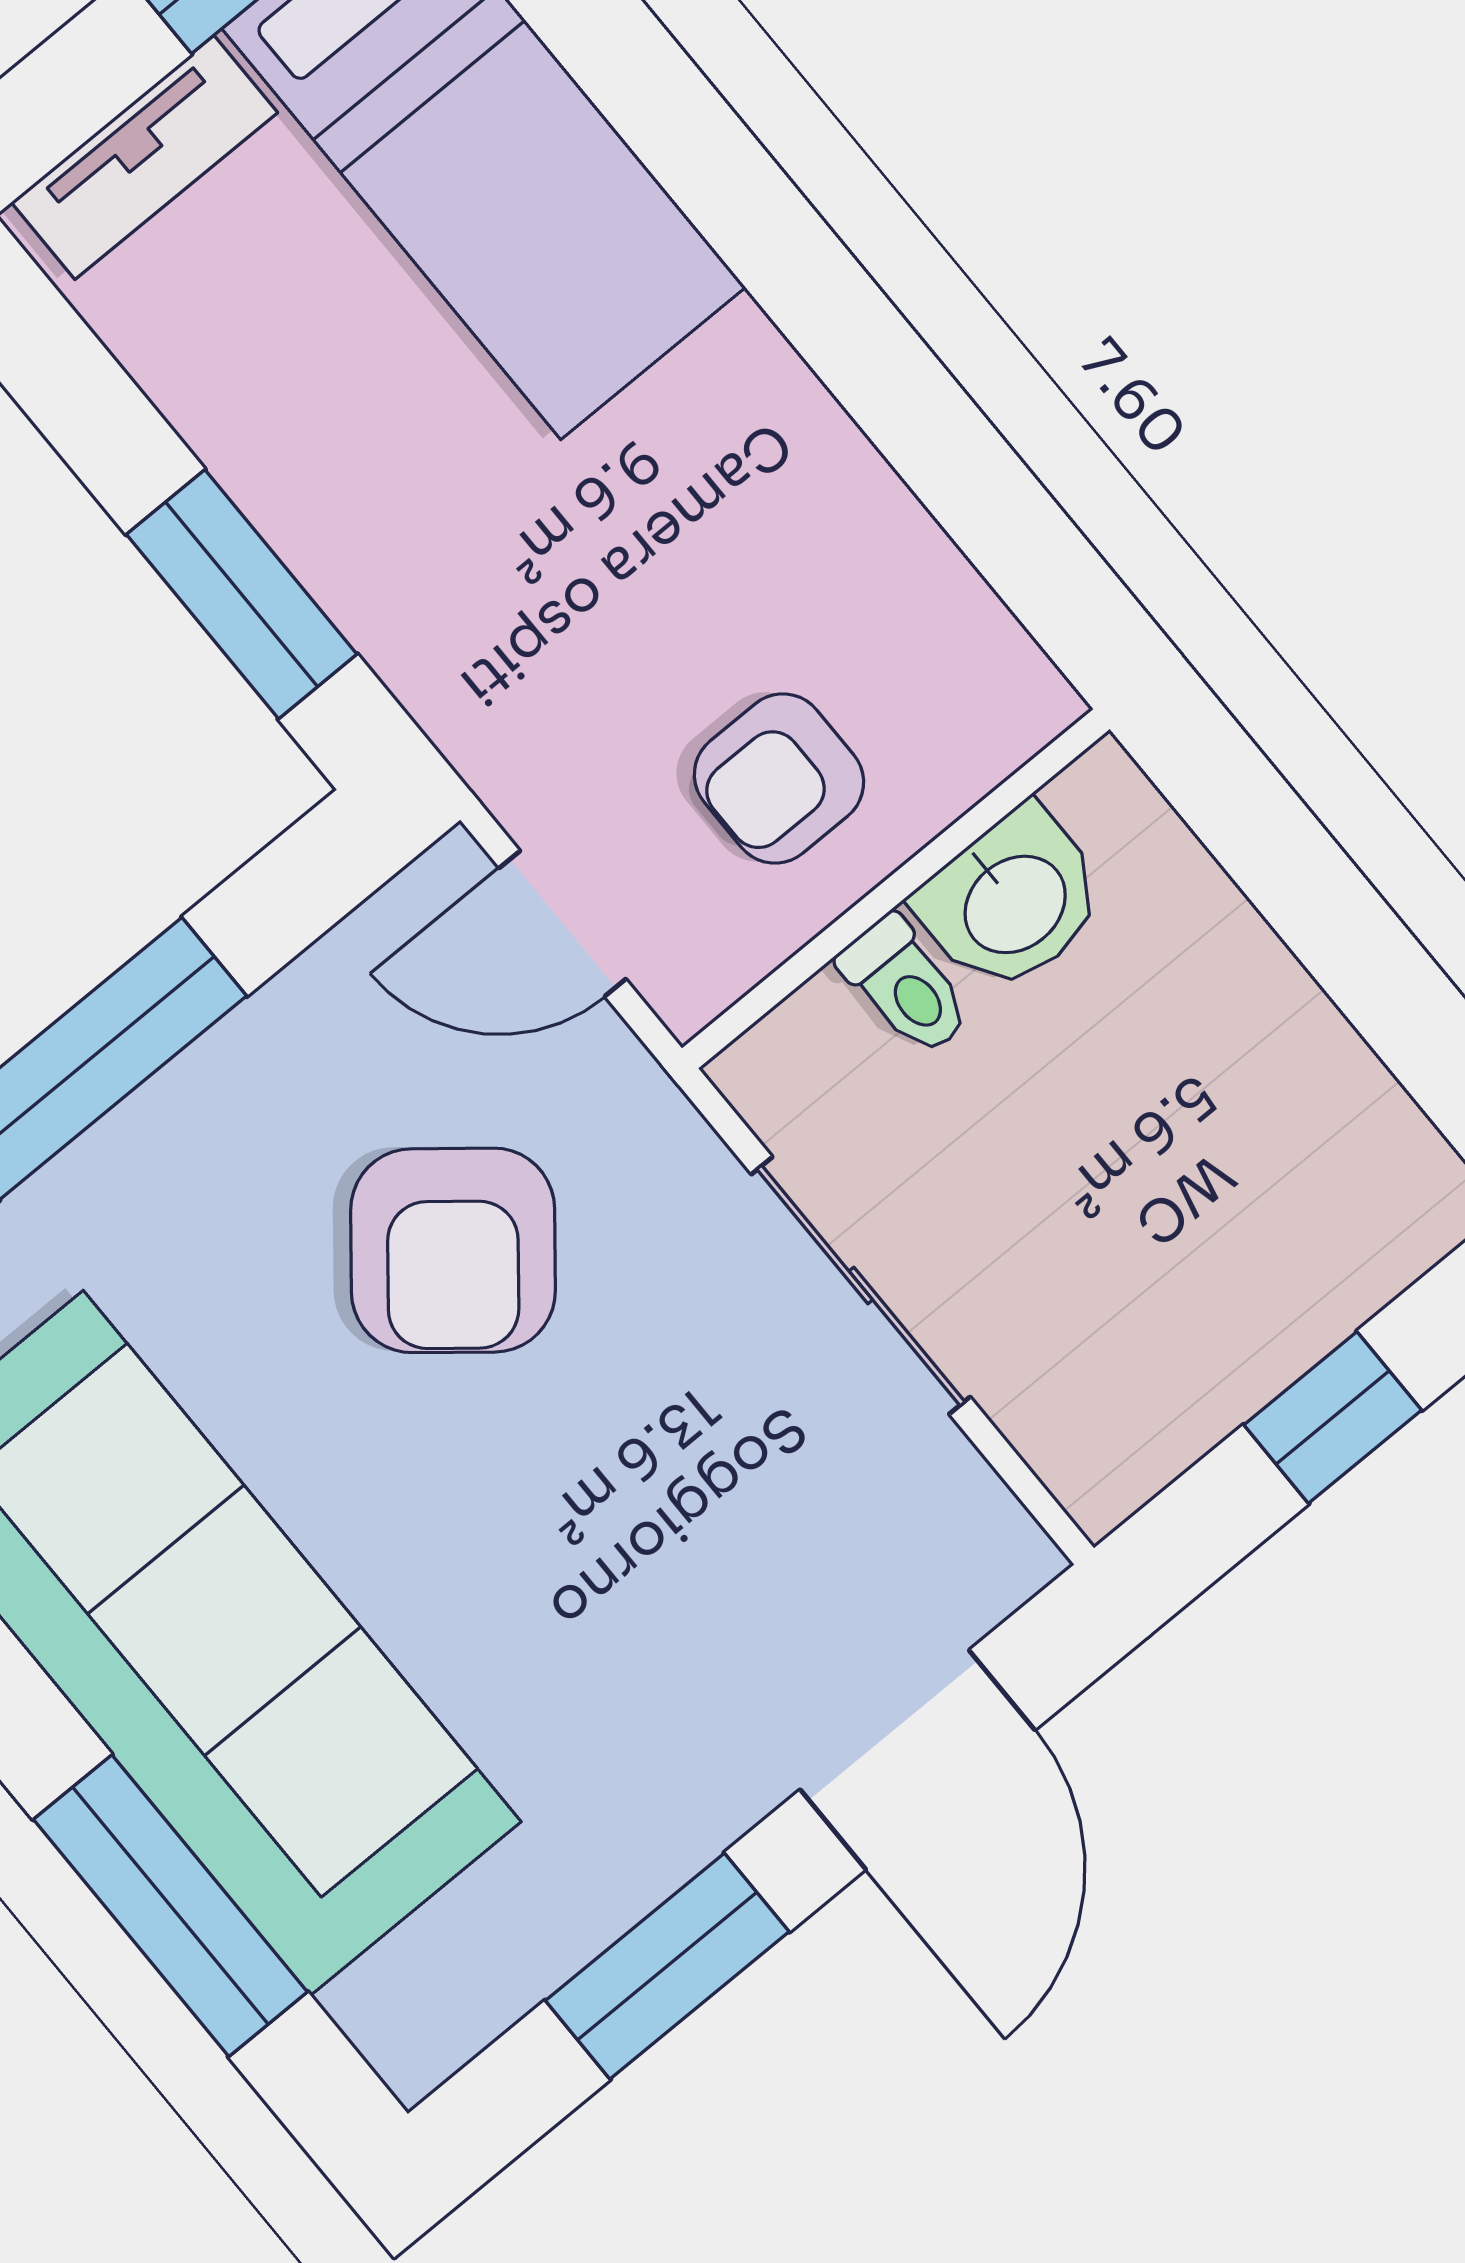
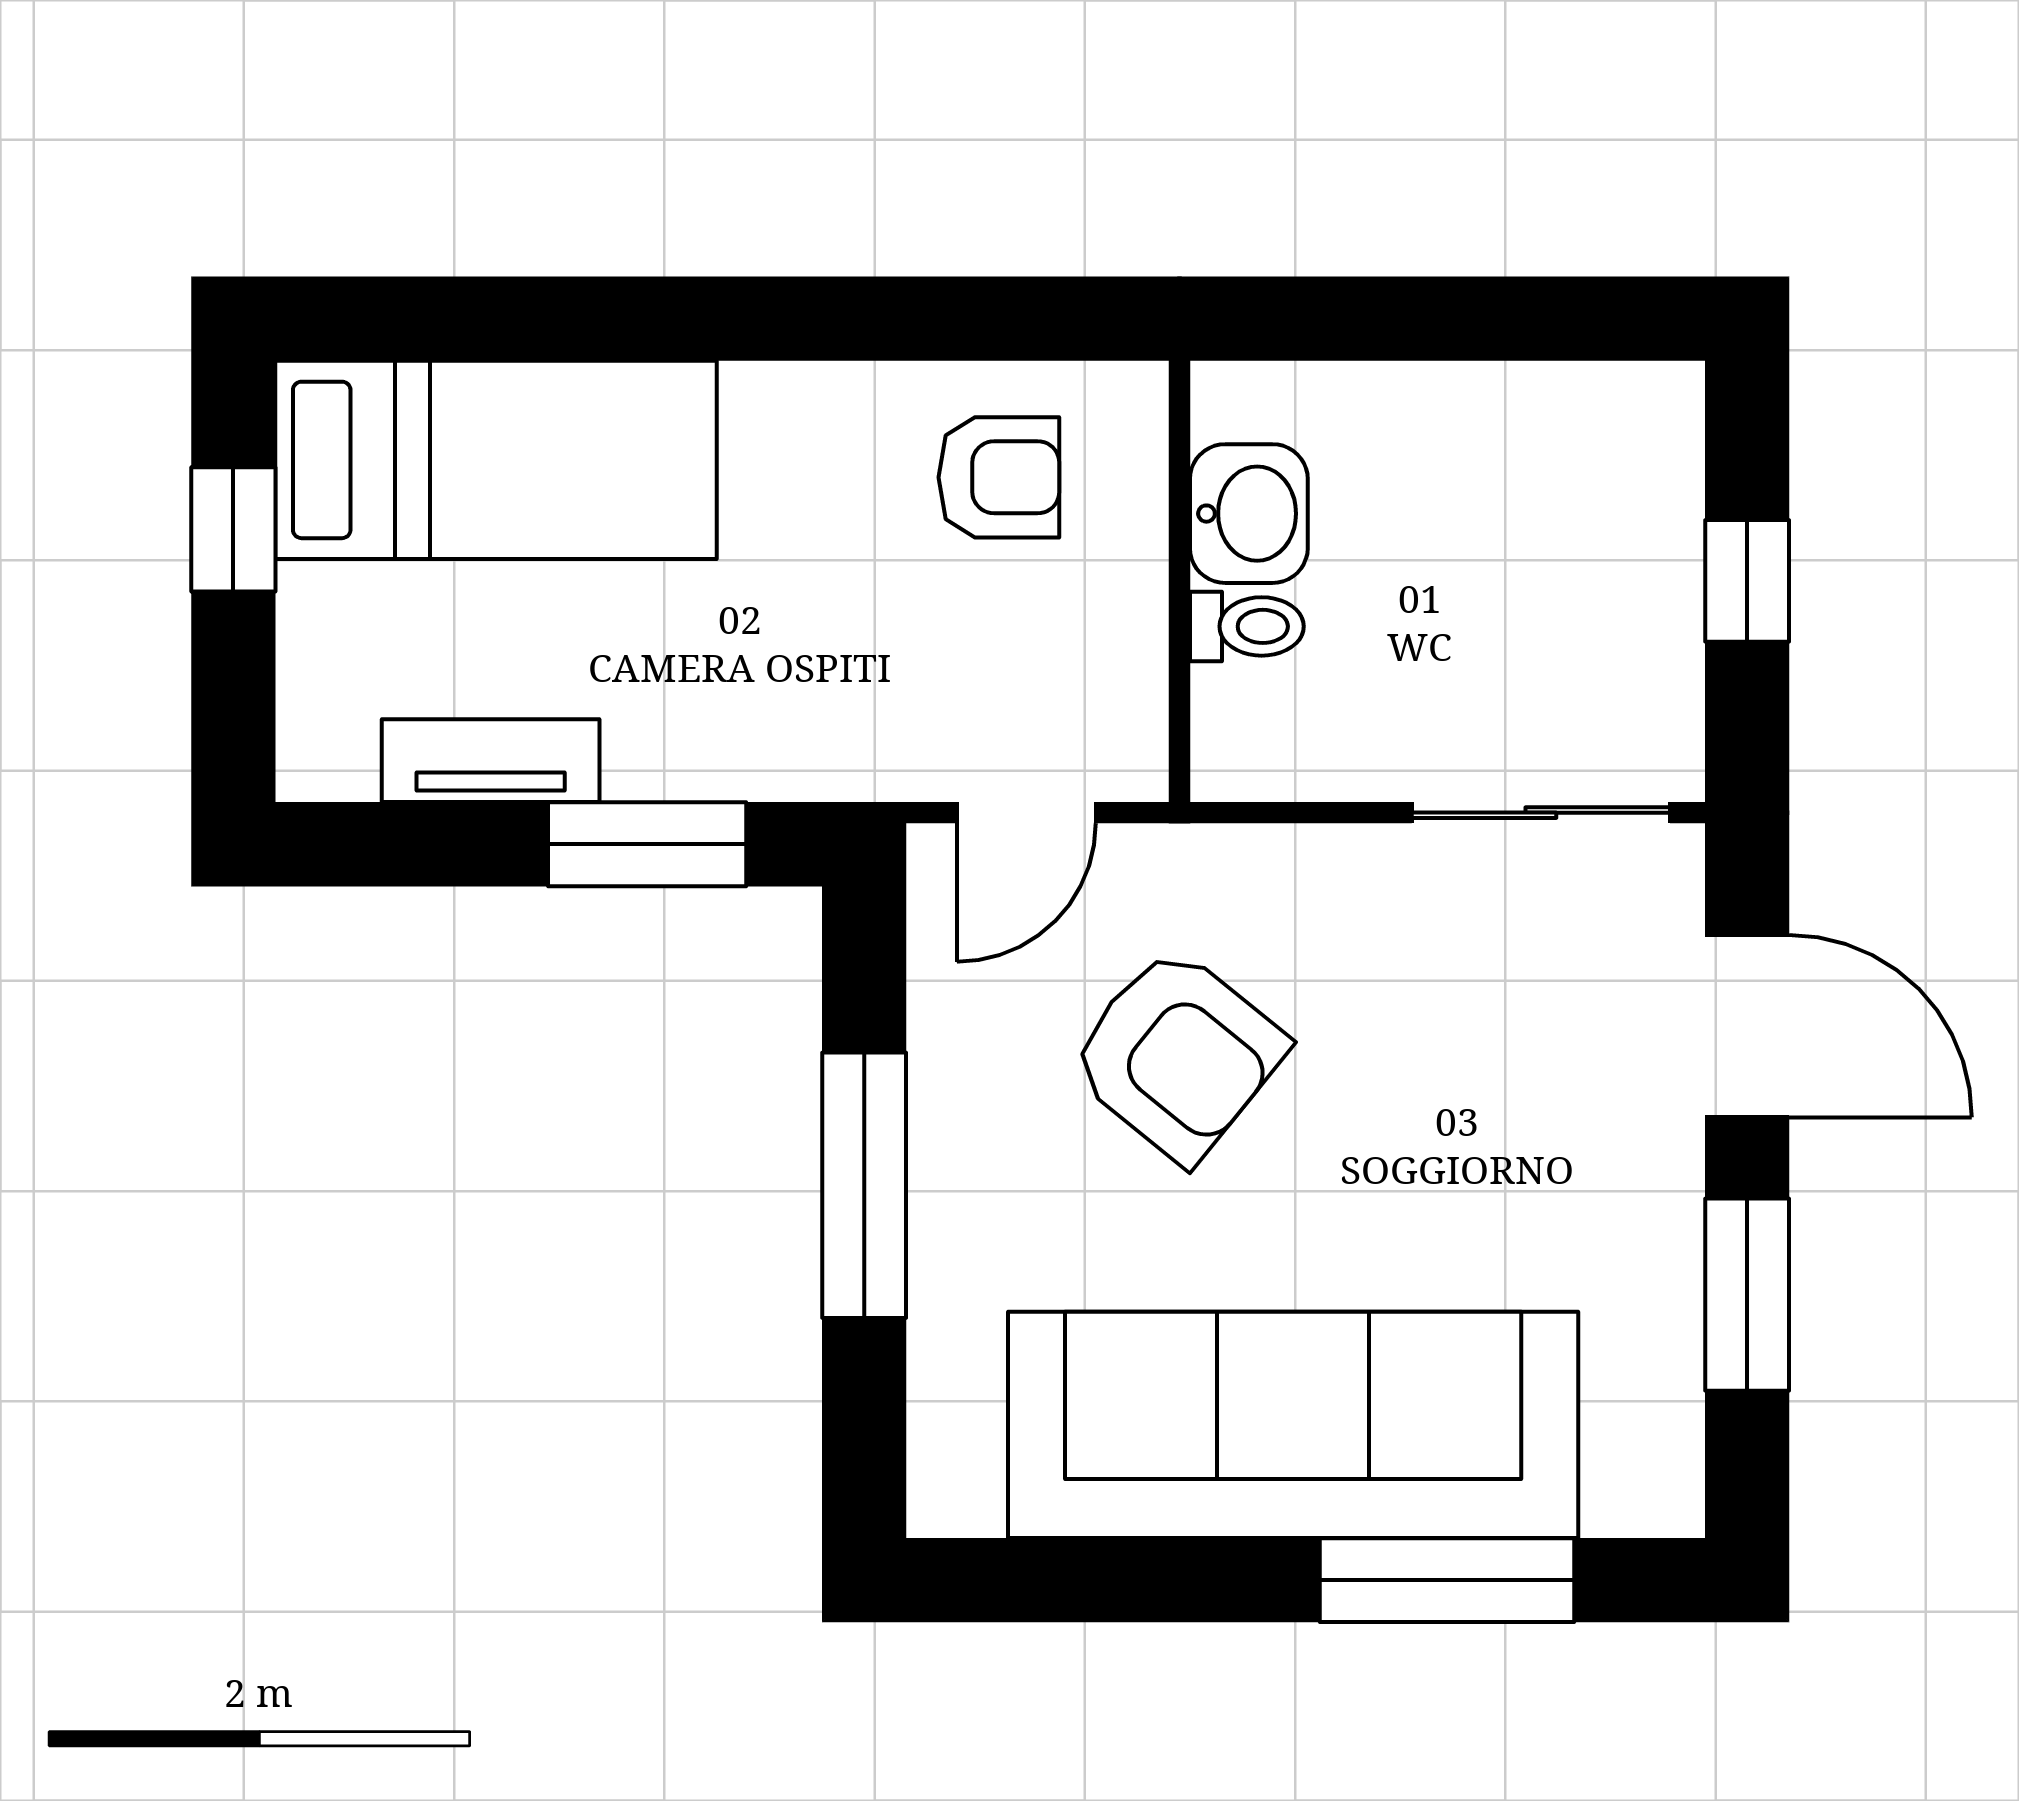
tv unit: (144, 157) -> (491, 761), moved, turned -90
armchair: (779, 779) -> (999, 477), moved, turned -90
sliding door: (861, 1286) -> (1541, 813), moved

